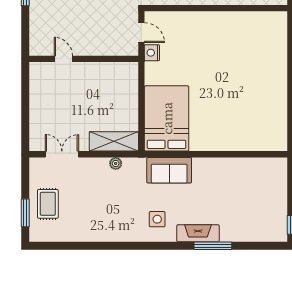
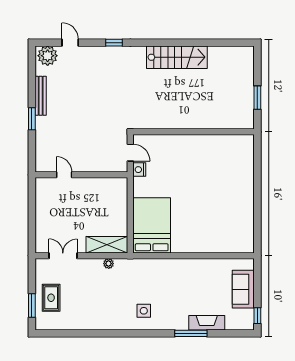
sofa: (169, 170) -> (243, 289), moved, turned 90
fireplace: (198, 233) -> (207, 323), moved

